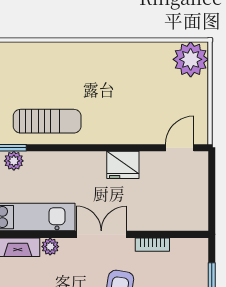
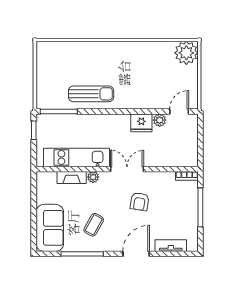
plant: (14, 161) -> (160, 120), moved
bookcase: (152, 245) -> (187, 176), moved

